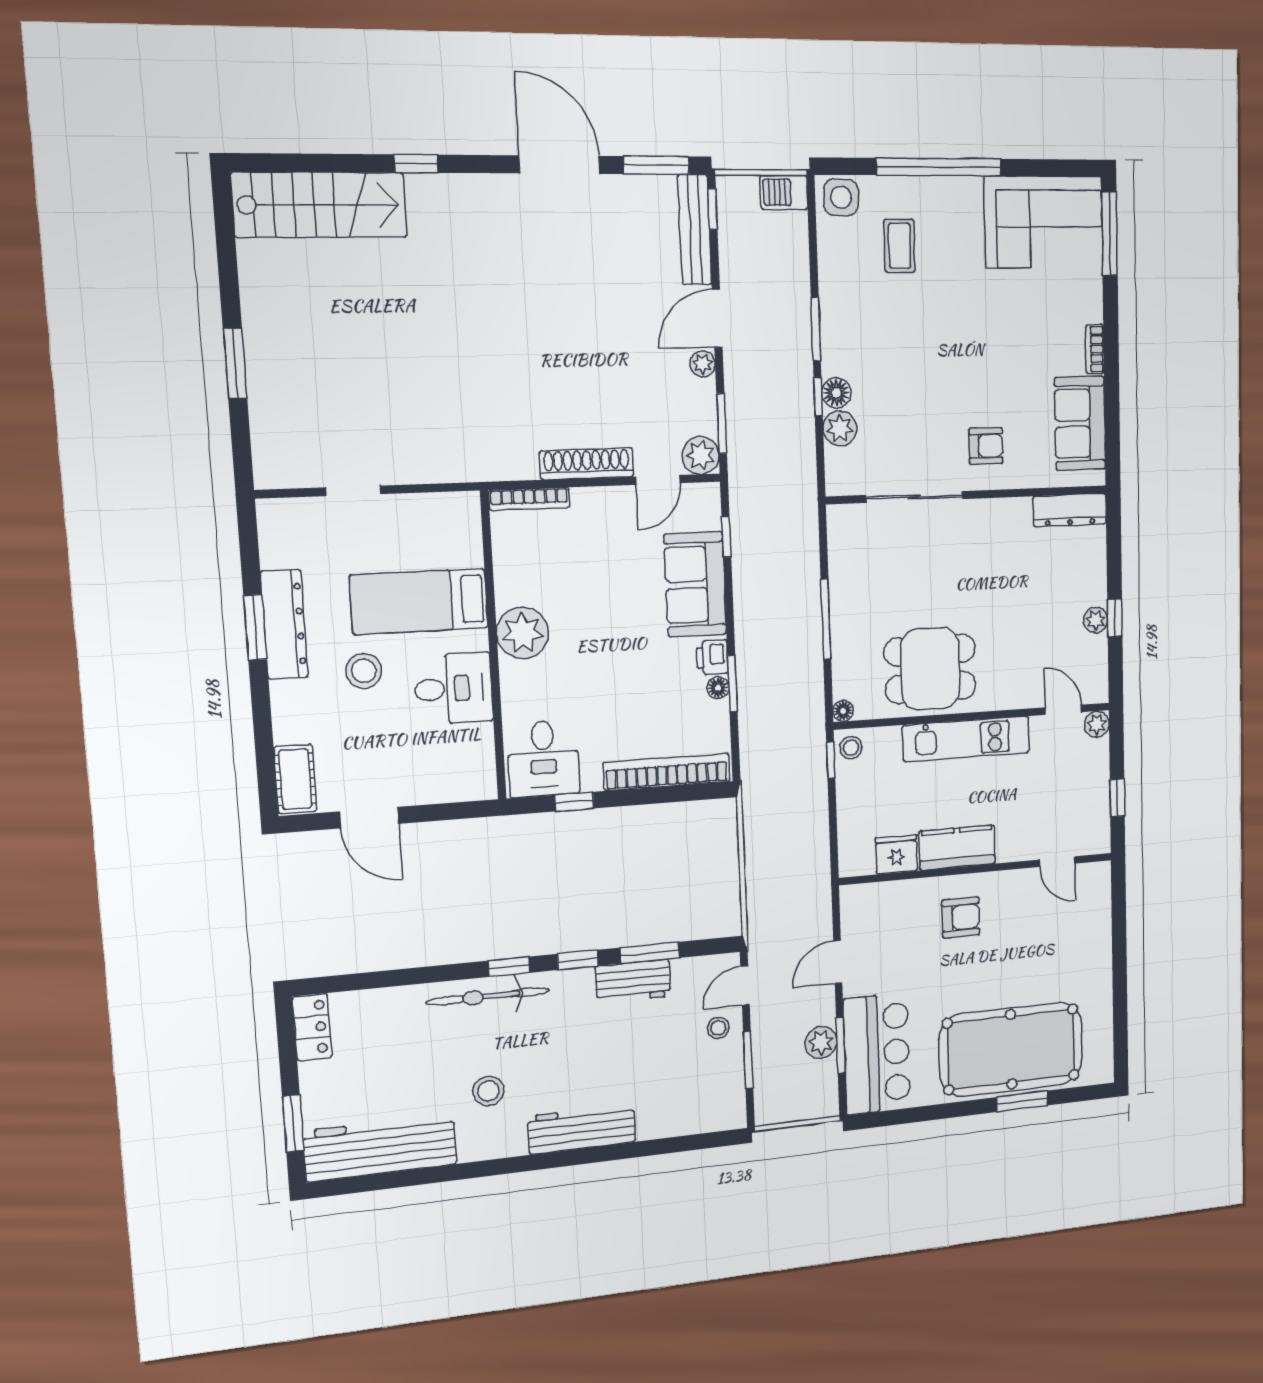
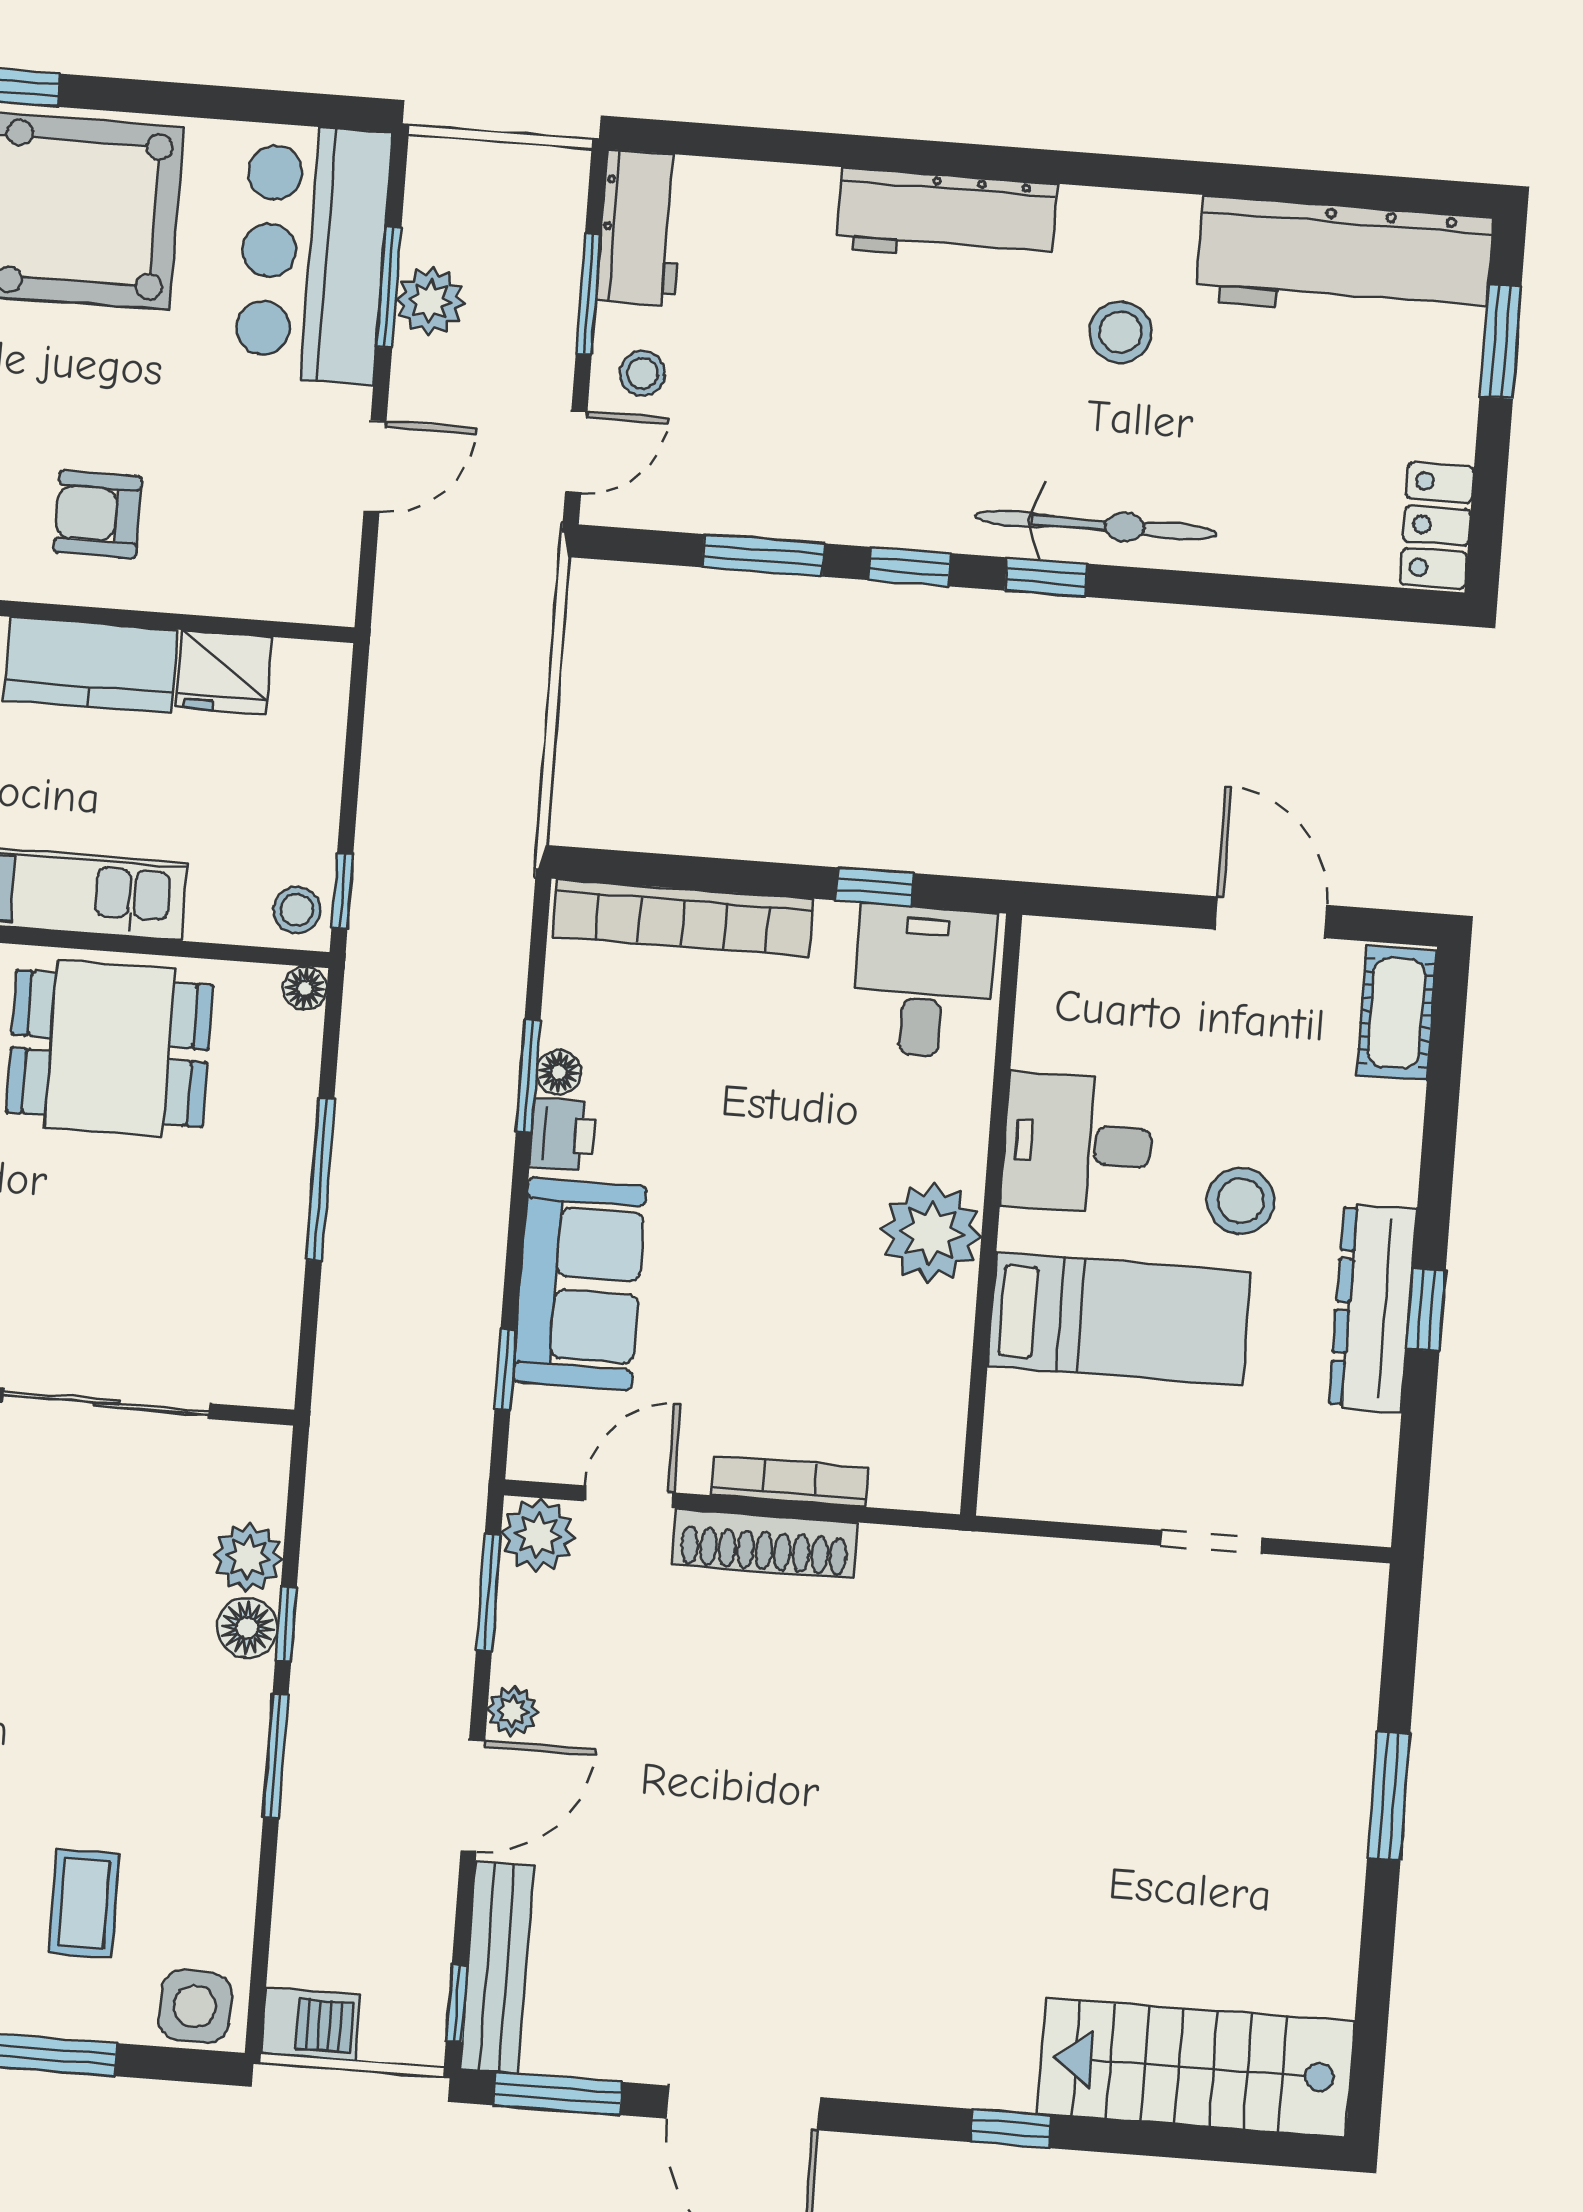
bookcase: (529, 499) -> (789, 1481), moved
window: (255, 627) -> (1426, 1309), width x0.67
workbench: (633, 981) -> (641, 228), moved, turned 90

